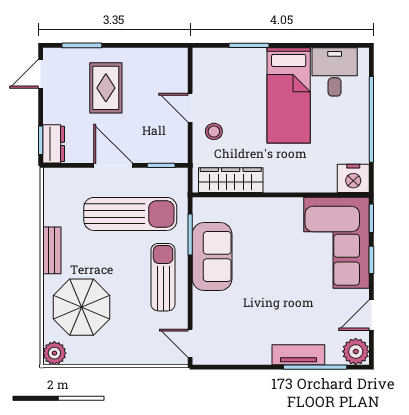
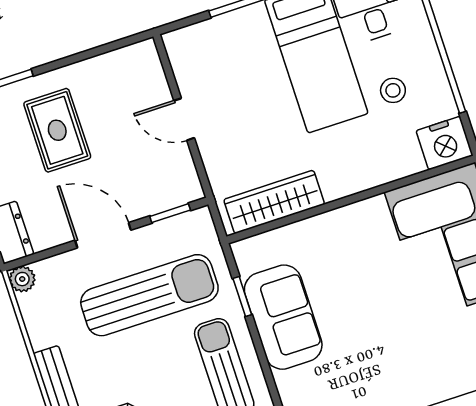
stool: (214, 131) -> (393, 90), moved
plant: (52, 176) -> (22, 279), added
window: (190, 235) -> (242, 297), width x0.67

